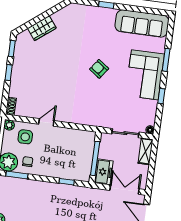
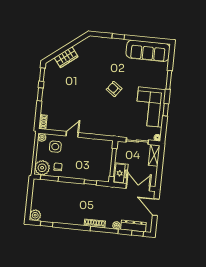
corner sofa: (145, 75) -> (150, 107), moved

